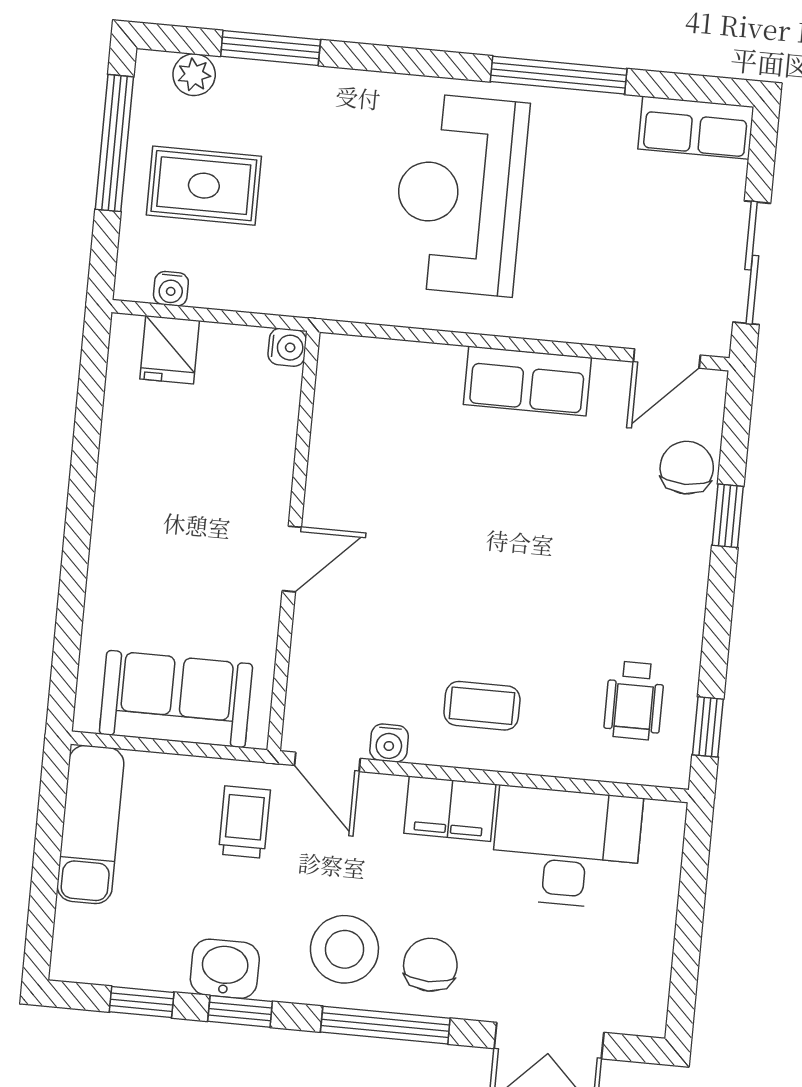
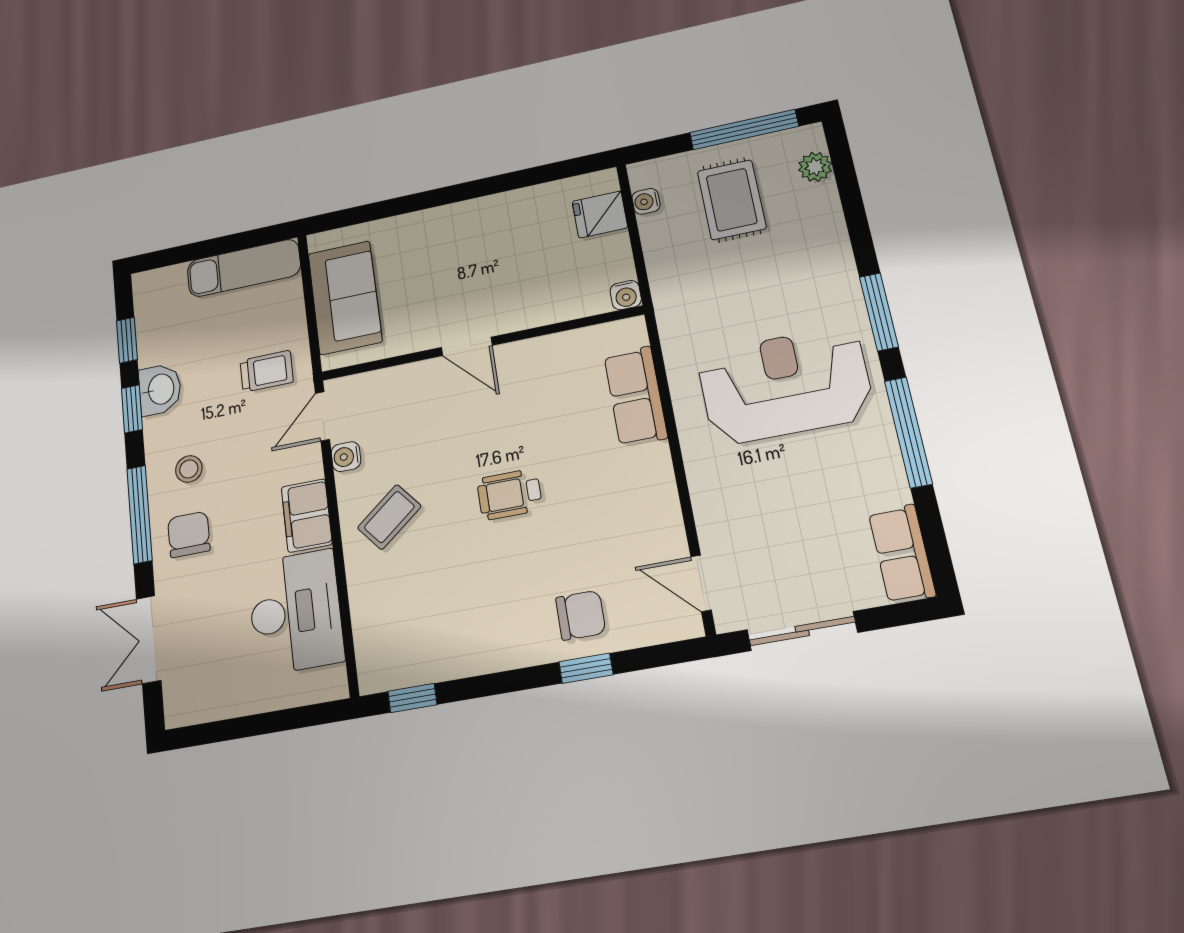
window: (271, 48) -> (879, 312), moved
row of seats: (527, 381) -> (636, 396), moved
chair: (687, 468) -> (581, 615), moved
wheelchair: (634, 700) -> (509, 494), moved
coffee table: (482, 706) -> (389, 517), turned 51
stool: (344, 949) -> (189, 469), width x0.53, depth x0.53
chair: (430, 965) -> (189, 534), turned -90

